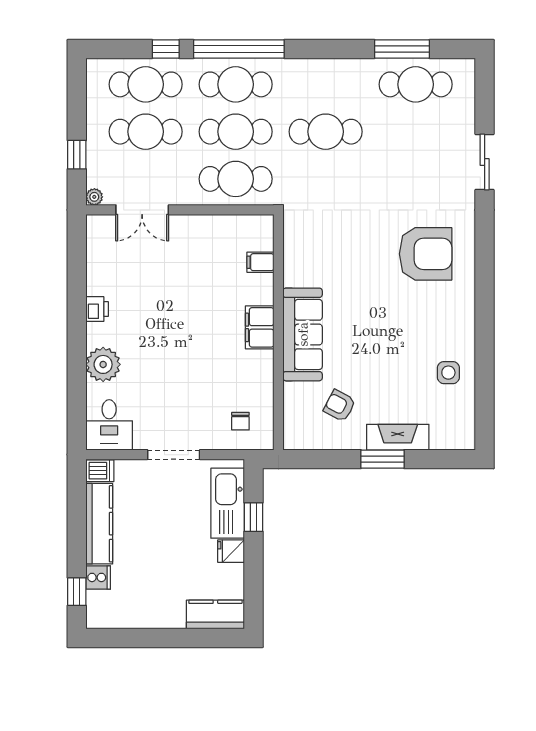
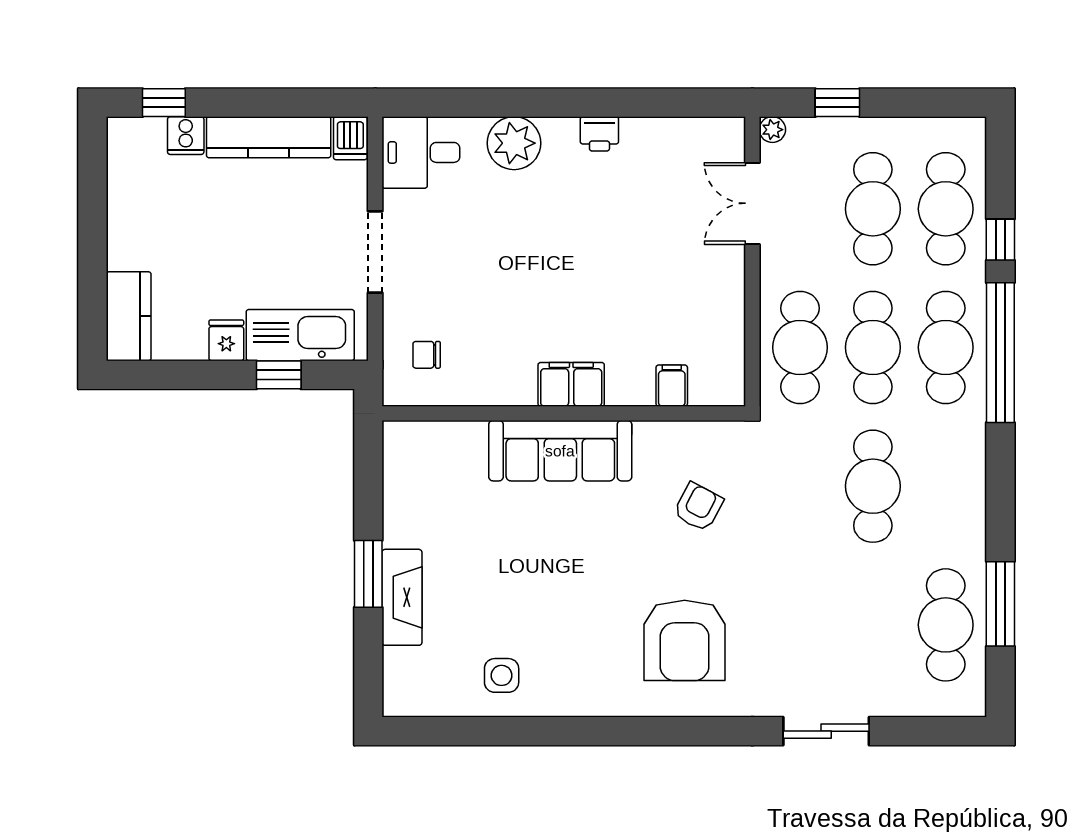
armchair: (340, 406) -> (698, 507), moved

